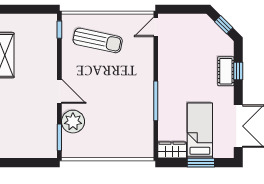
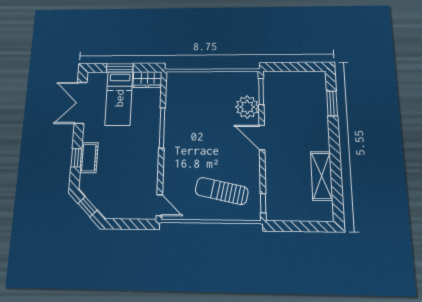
door: (156, 27) -> (159, 205), hinge flipped

